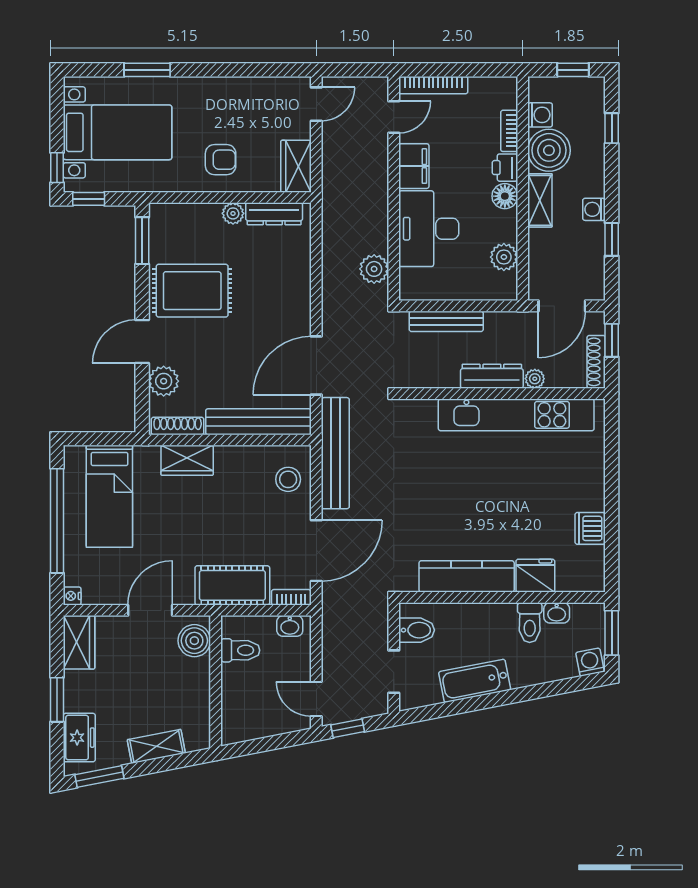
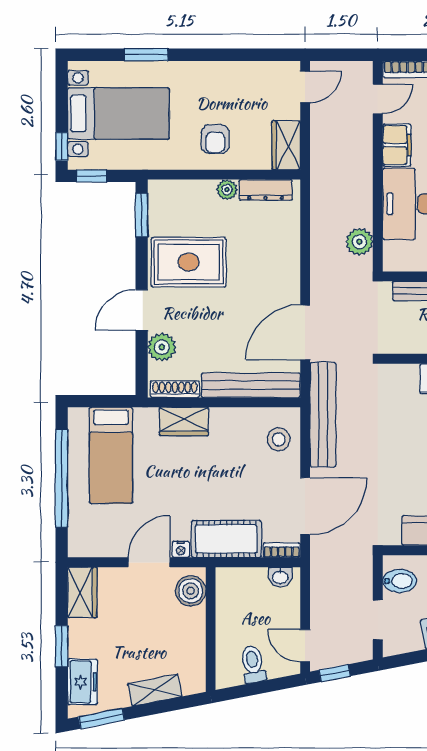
armchair: (221, 160) -> (215, 139), turned 90
nightstand: (72, 596) -> (181, 549), moved, turned -90
toilet: (240, 650) -> (253, 664), moved, turned -101

